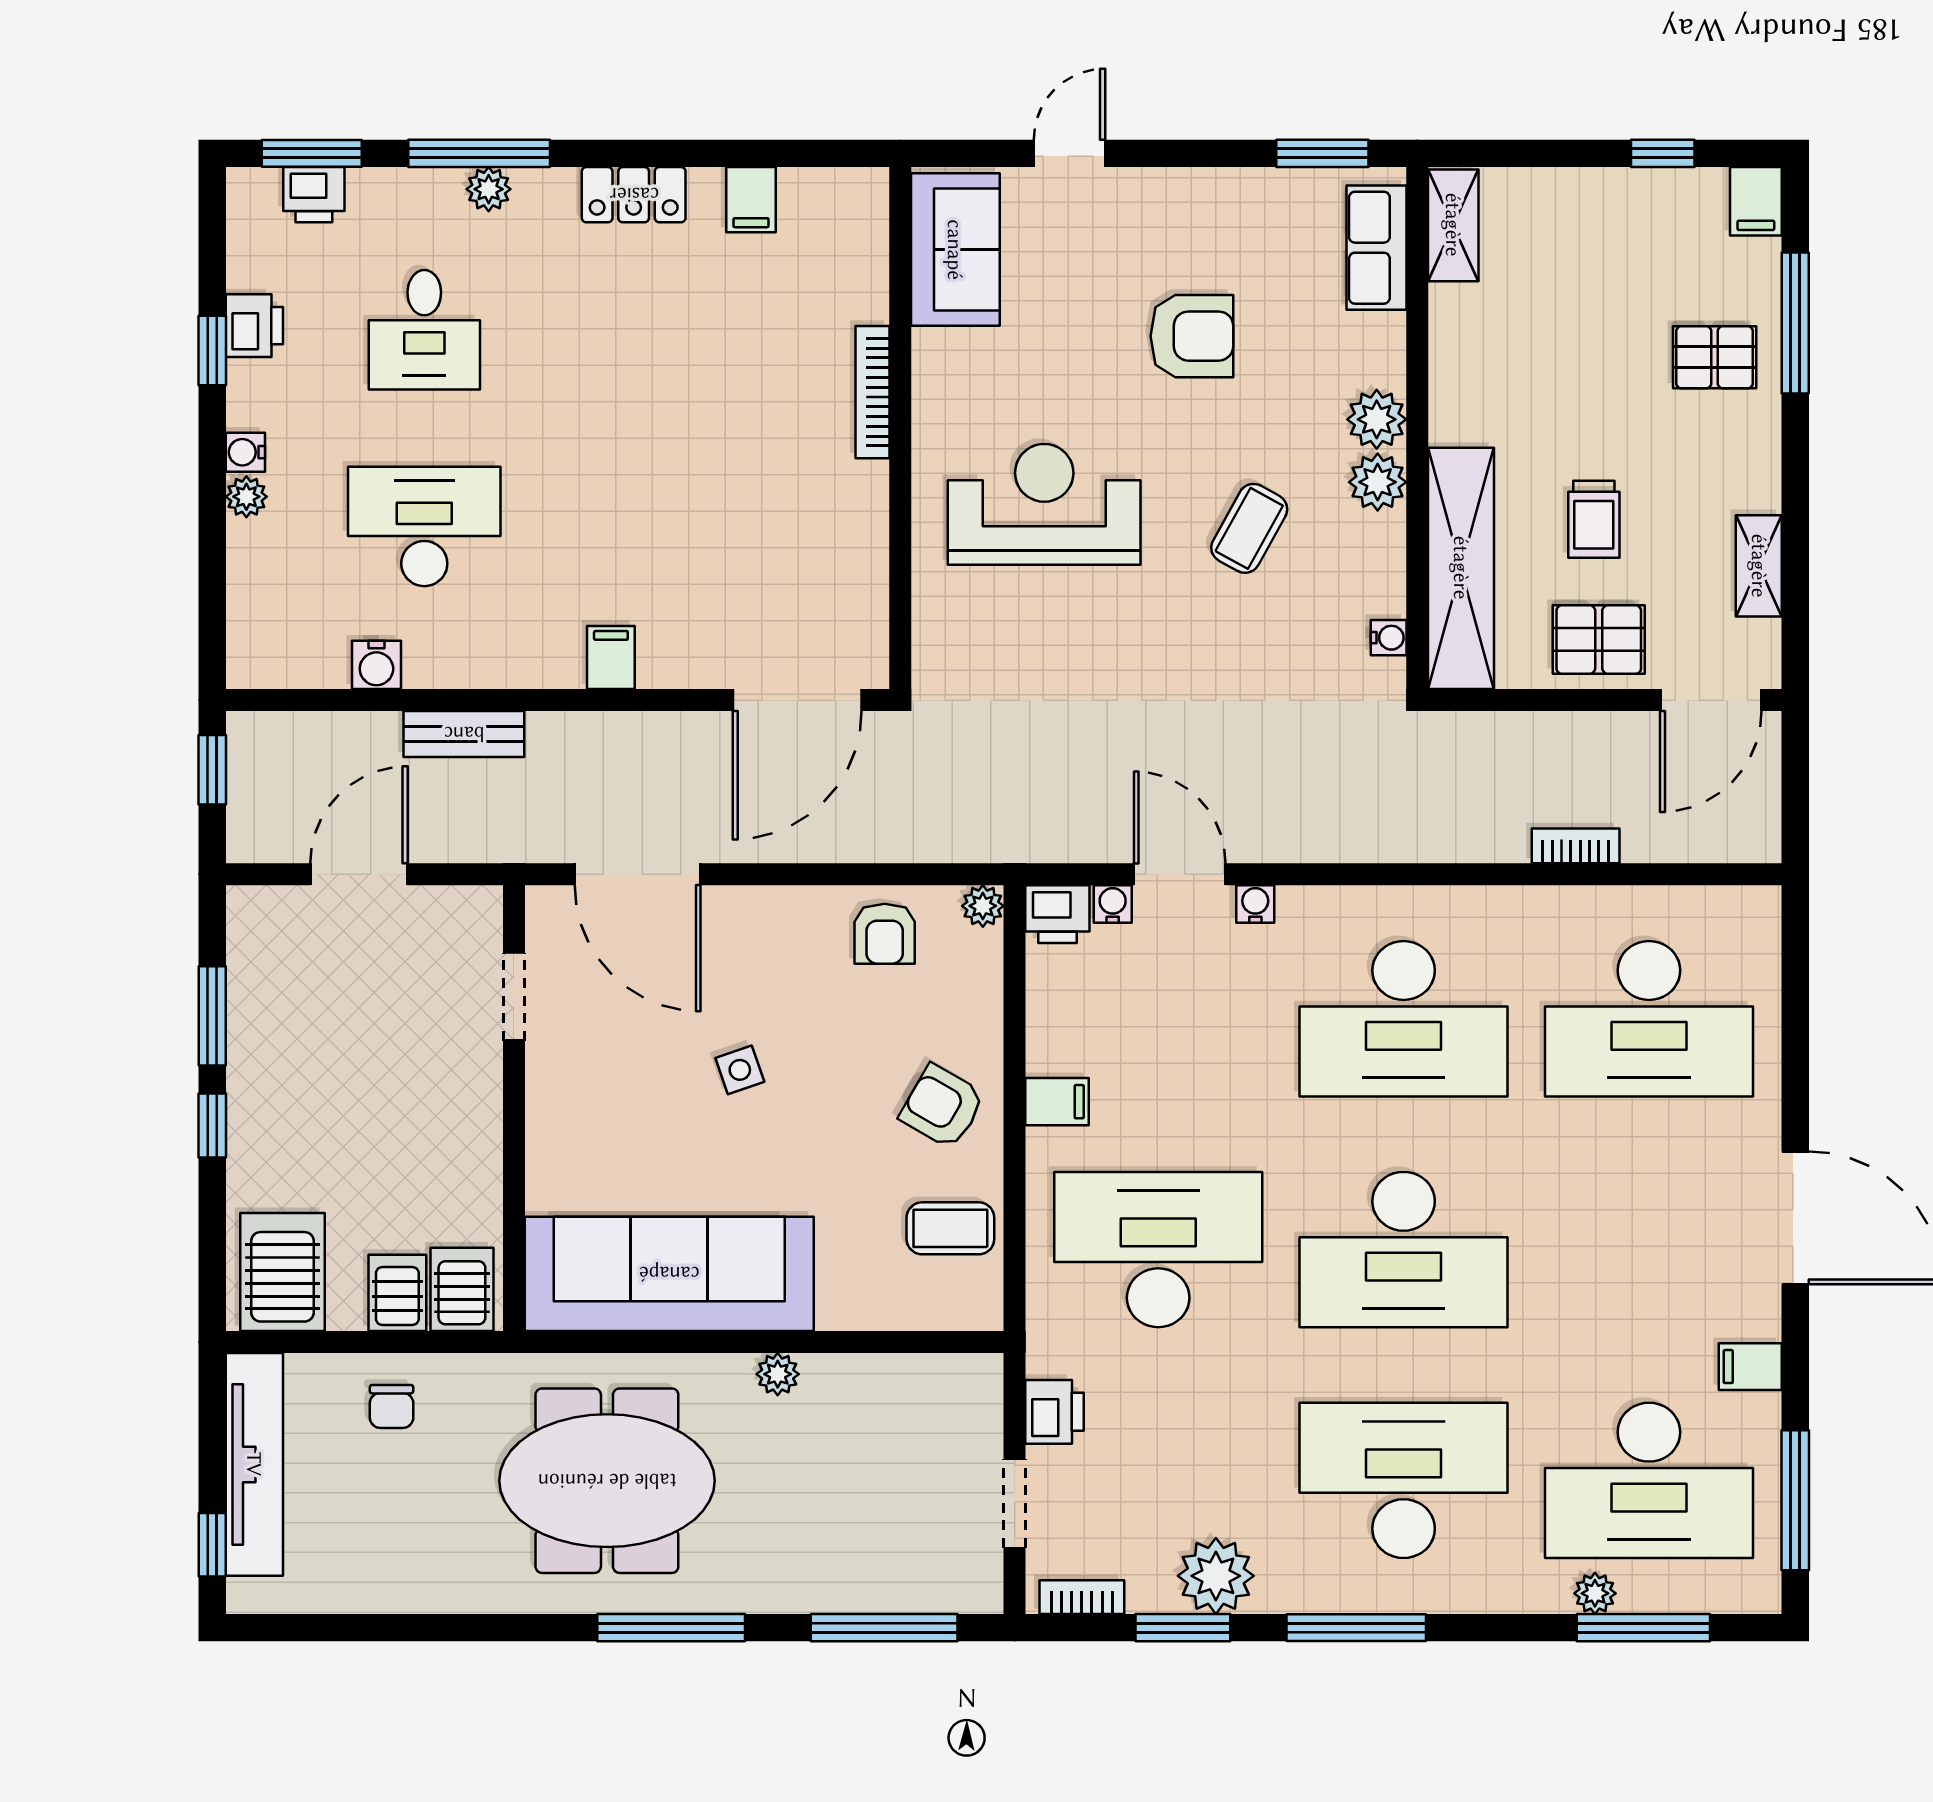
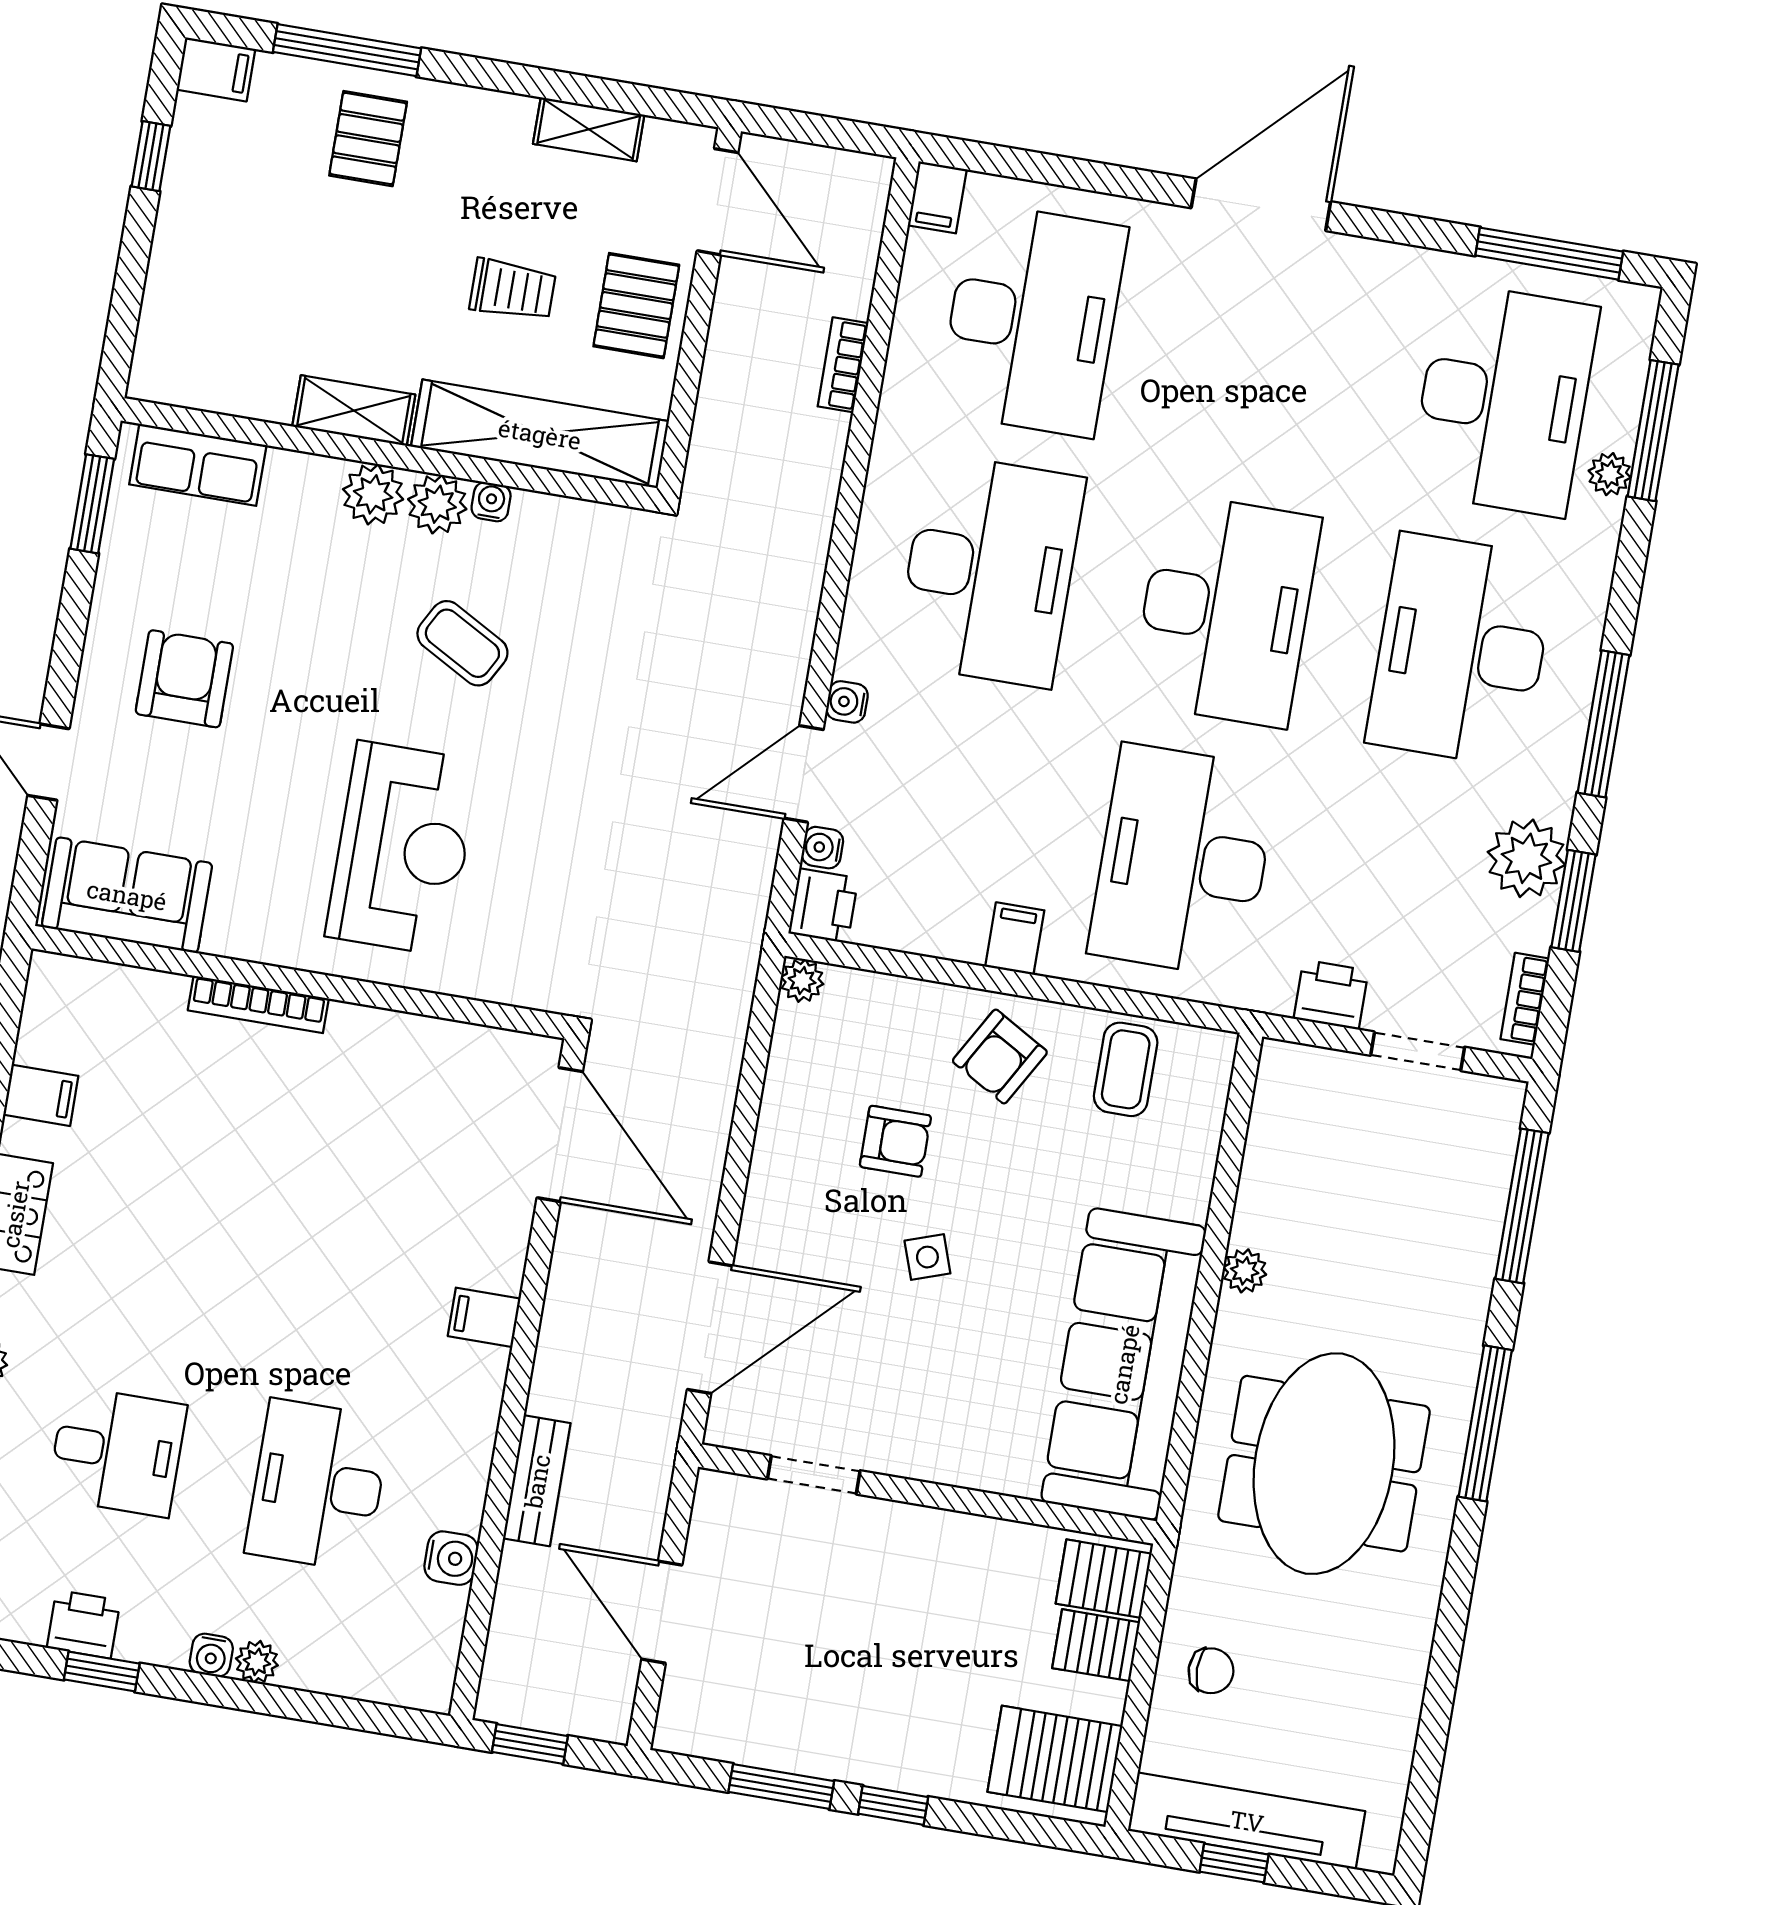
shelving: (1453, 225) -> (354, 411), moved
armchair: (1192, 336) -> (184, 679), moved
reception desk: (1044, 504) -> (402, 848), turned 180
water cooler: (1389, 638) -> (491, 502), moved
armchair: (885, 934) -> (895, 1141), moved
filing cabinet: (1750, 1367) -> (937, 197), moved
window: (212, 1545) -> (1234, 1863), moved

